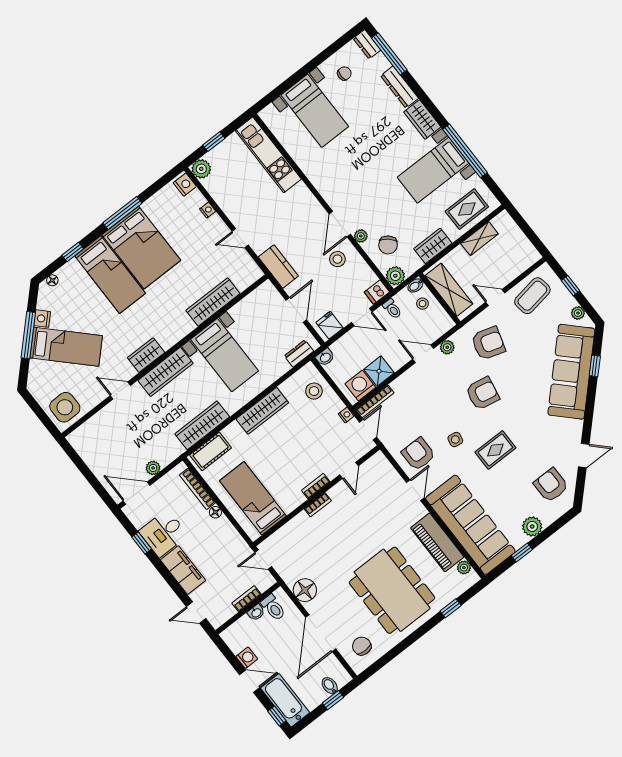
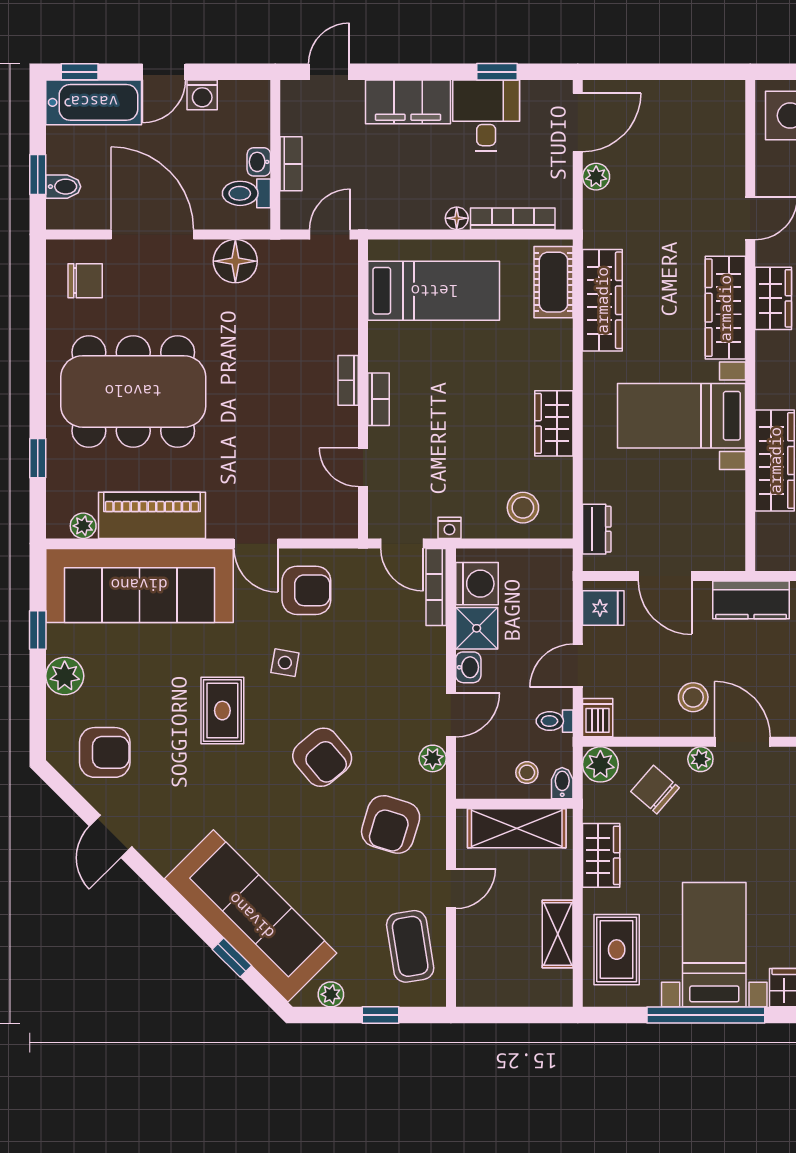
washbasin: (325, 357) -> (468, 667), moved, turned 180
armchair: (482, 393) -> (322, 757), turned -51
wardrobe: (262, 411) -> (554, 423), width x0.67

